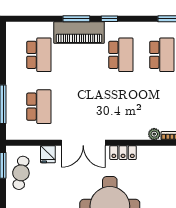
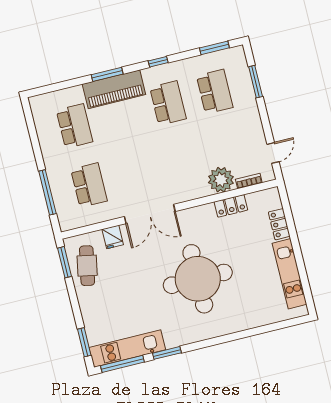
window: (109, 19) -> (158, 62), moved
plant: (154, 134) -> (221, 180), width x1.87, depth x1.87
locker: (123, 153) -> (231, 206), moved

